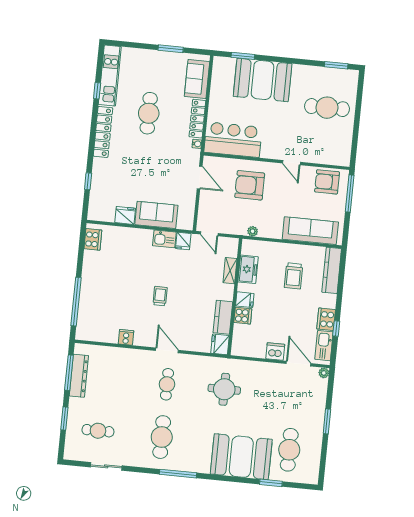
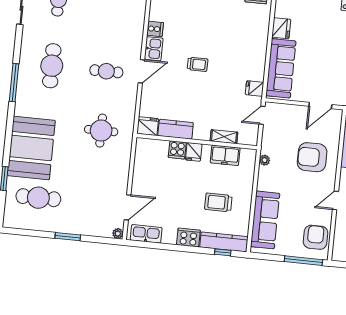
armchair: (250, 185) -> (312, 157), turned -90
sofa: (156, 215) -> (281, 68), width x1.36
kitchen sink: (164, 239) -> (154, 49), moved, turned 180
cooker: (326, 319) -> (188, 238), moved
window: (336, 329) -> (223, 252), moved
dishwasher: (275, 352) -> (140, 183), removed
cafe table: (162, 437) -> (52, 66), turned 90

